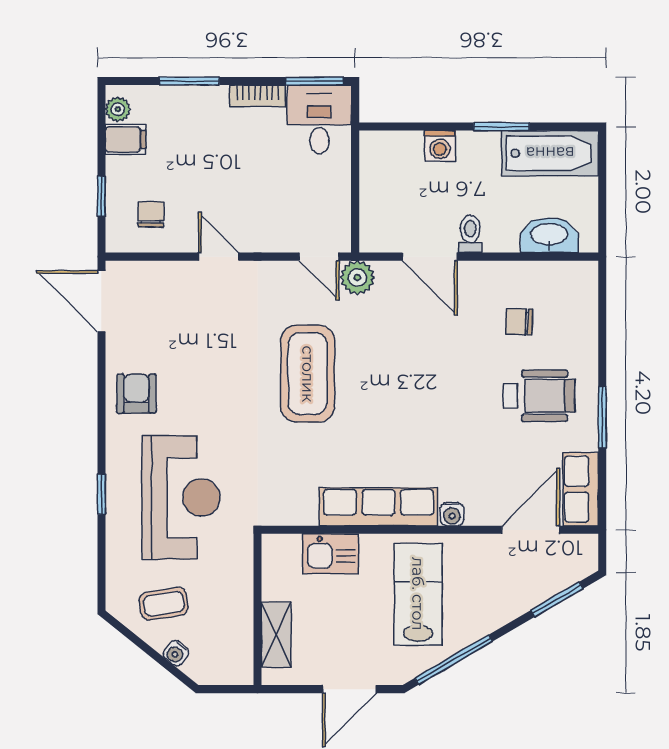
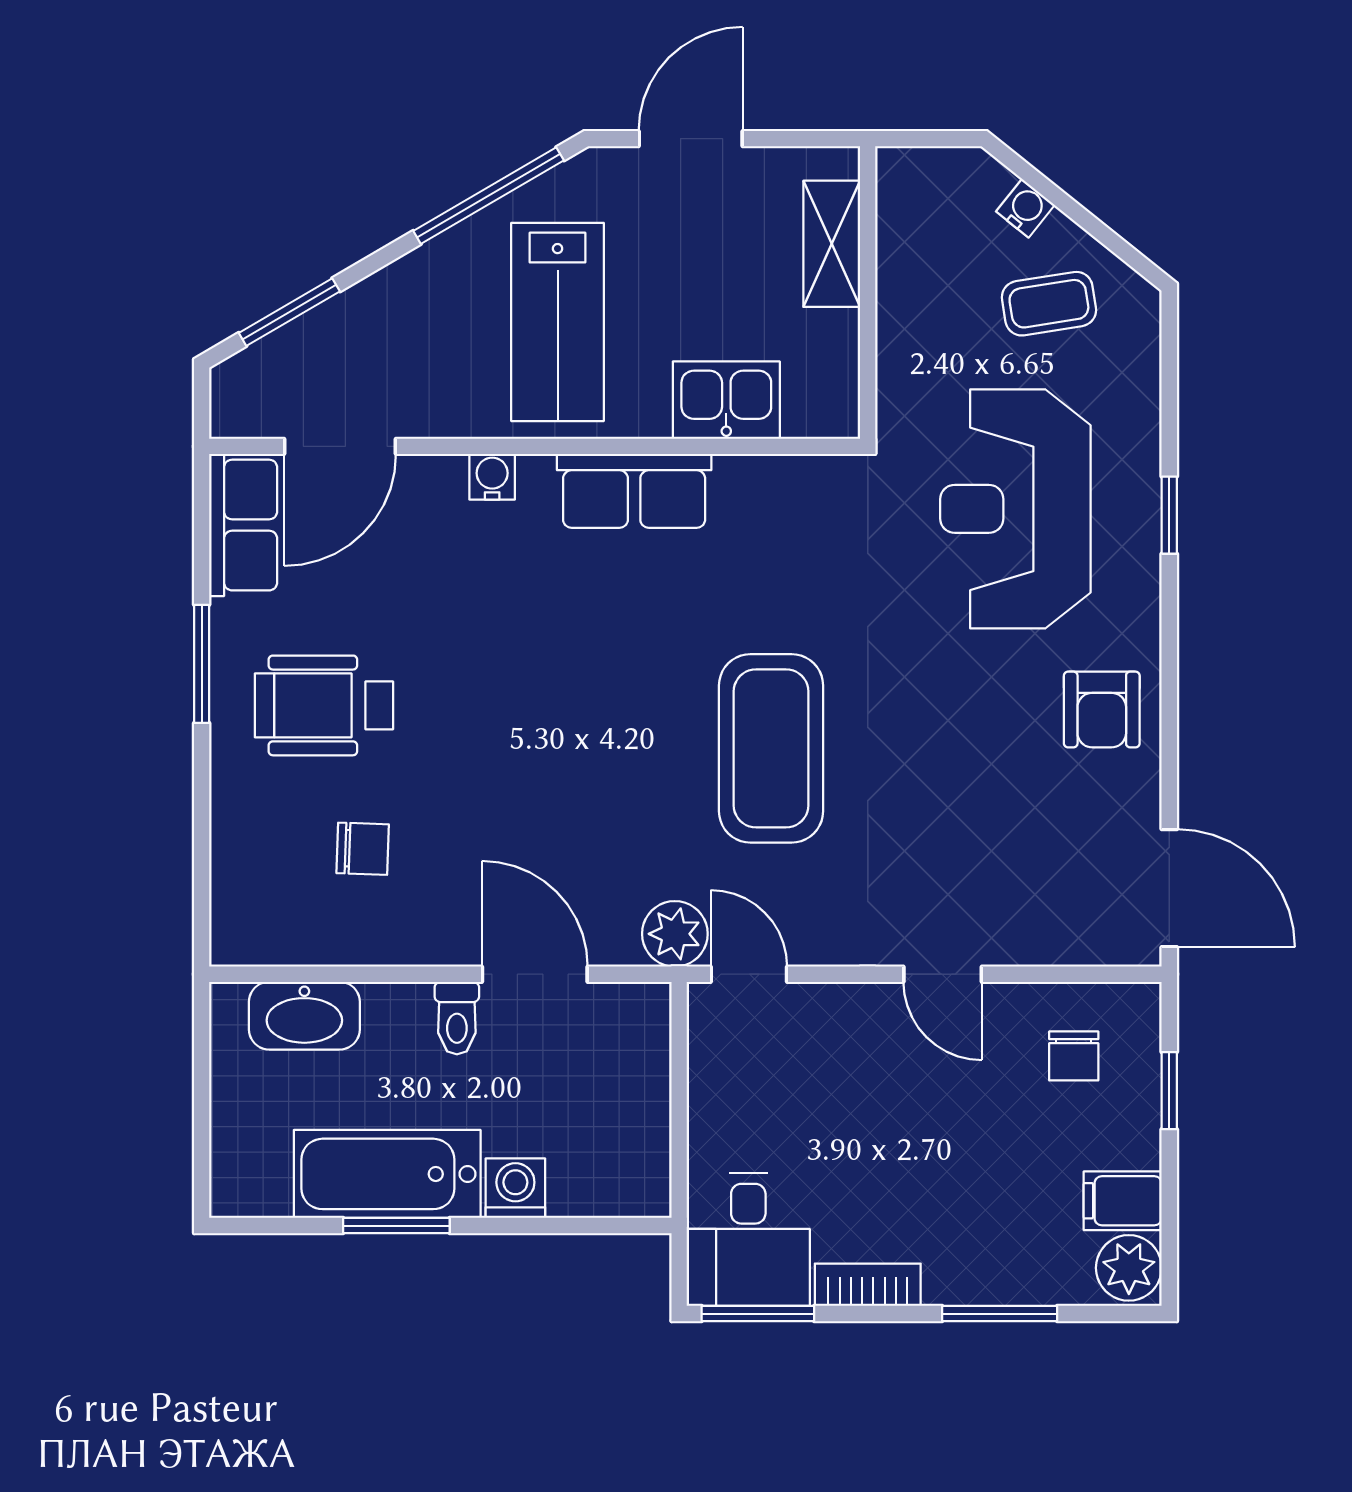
plant: (118, 109) -> (1129, 1268), width x1.38, depth x1.38
bathtub: (550, 153) -> (387, 1174), moved
row of seats: (378, 507) -> (634, 491), width x0.68

